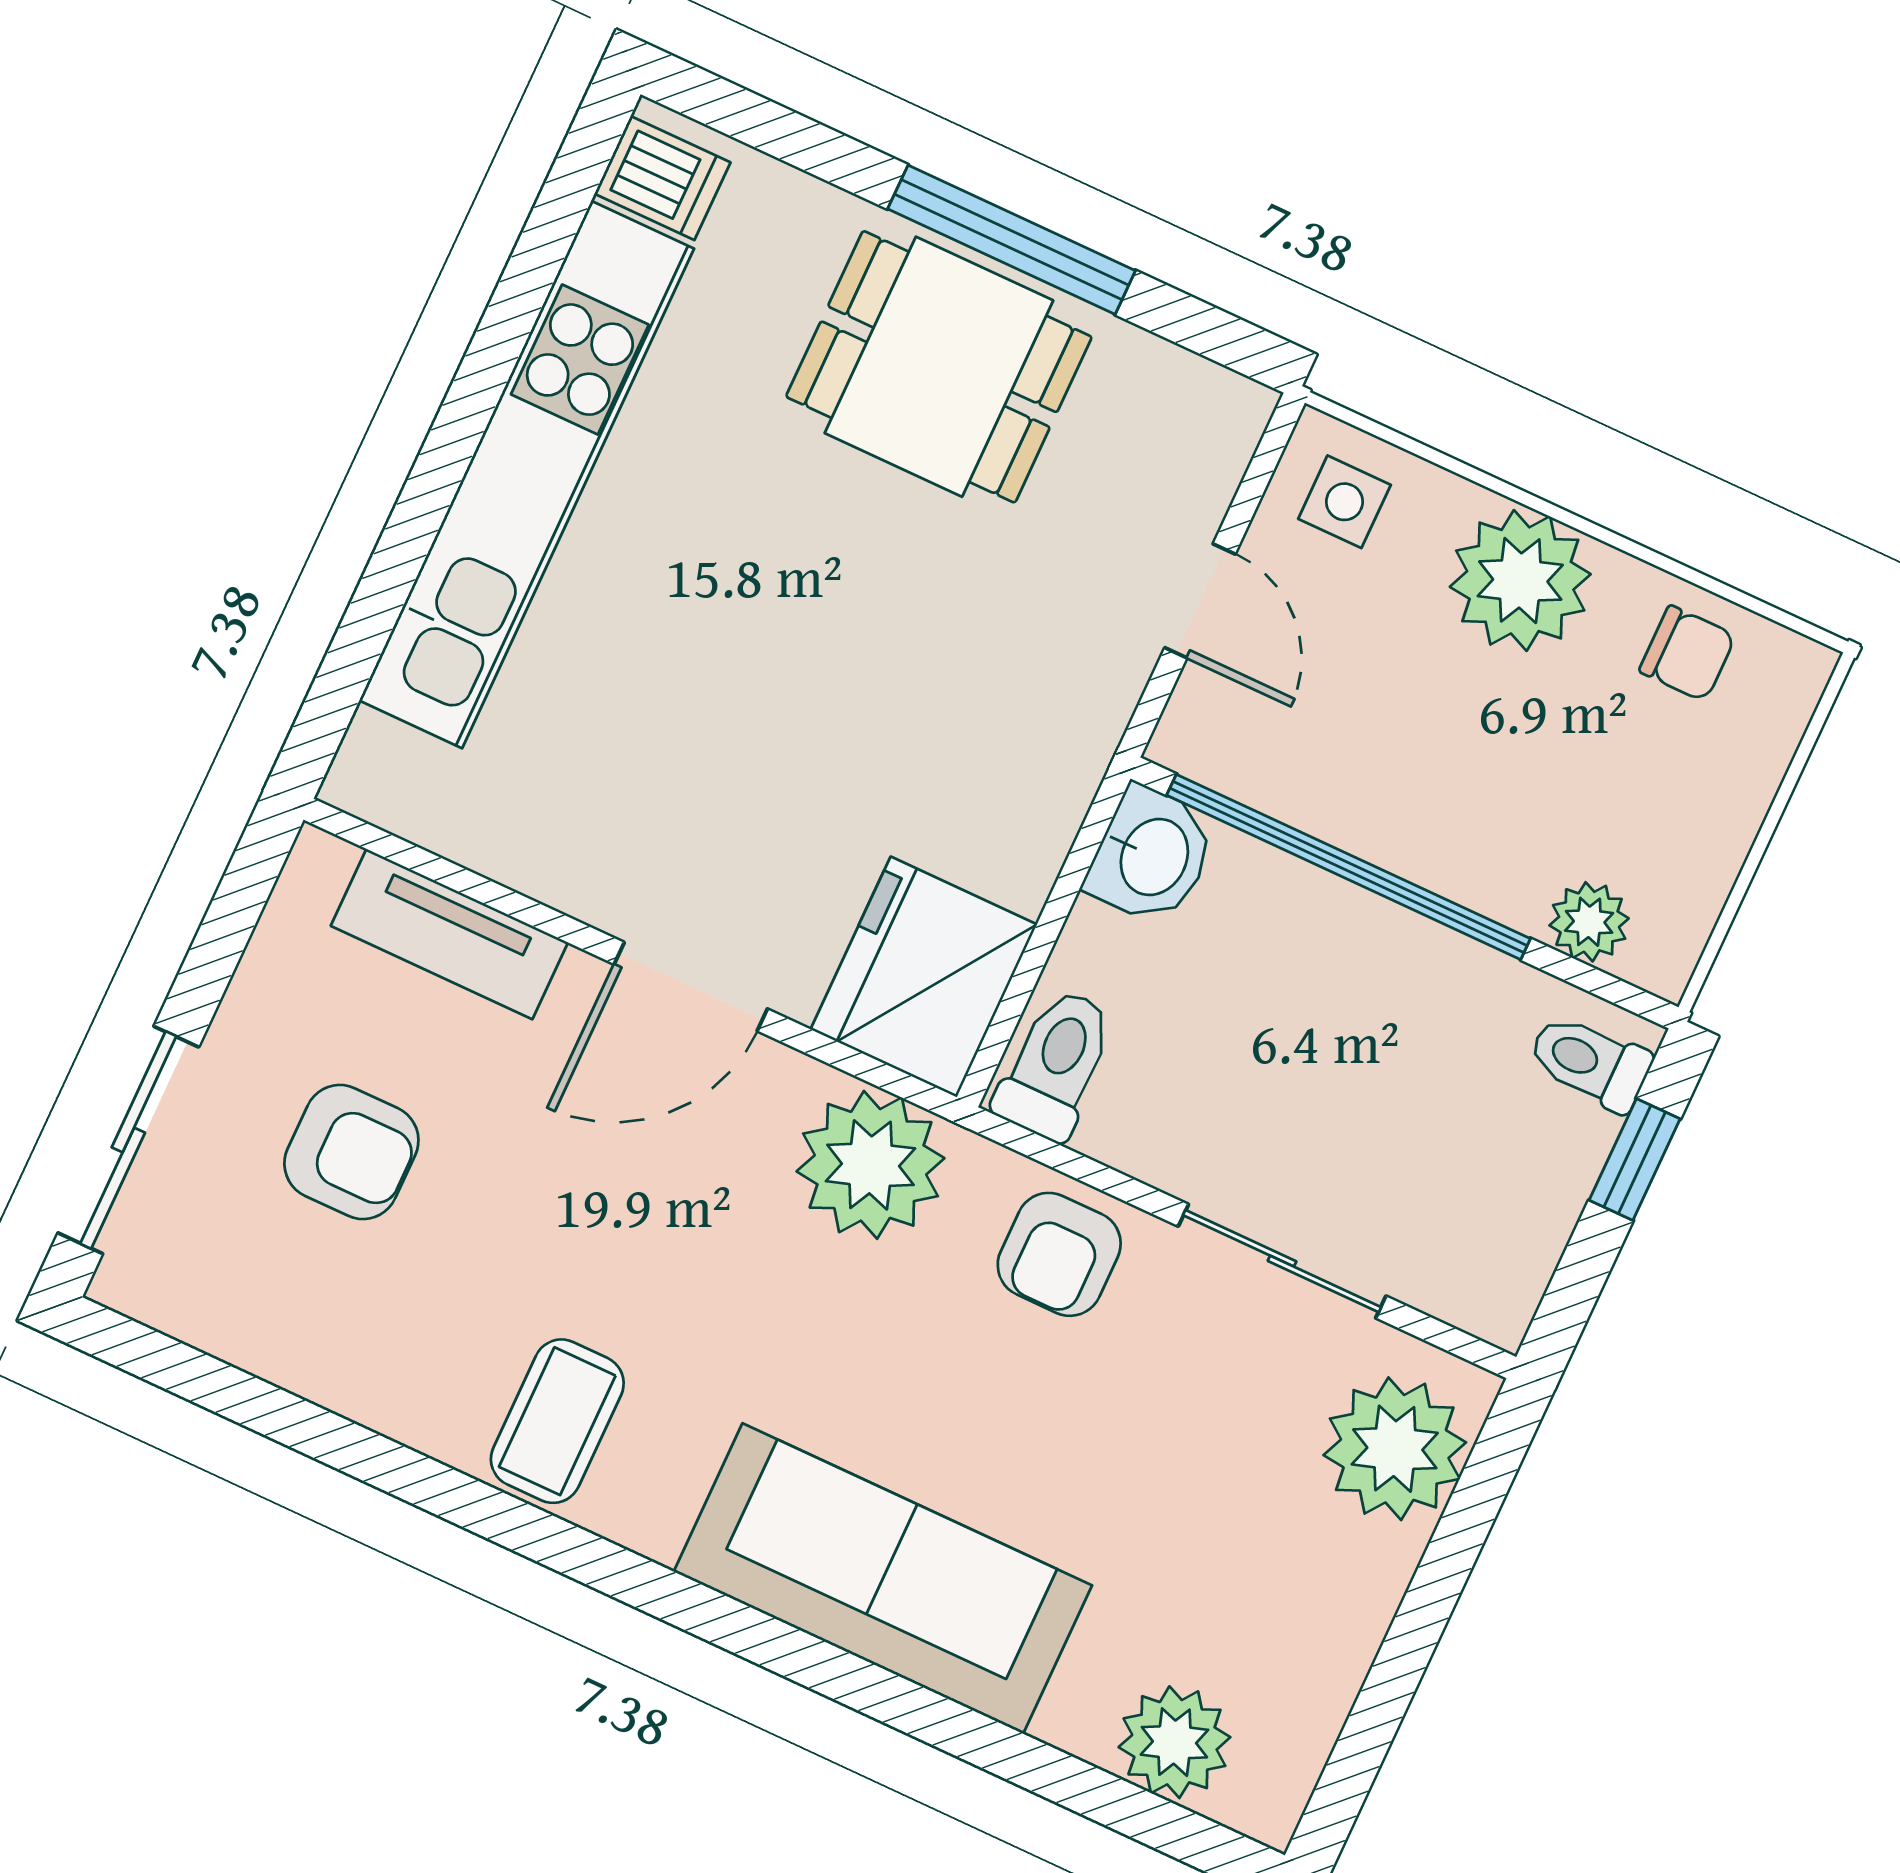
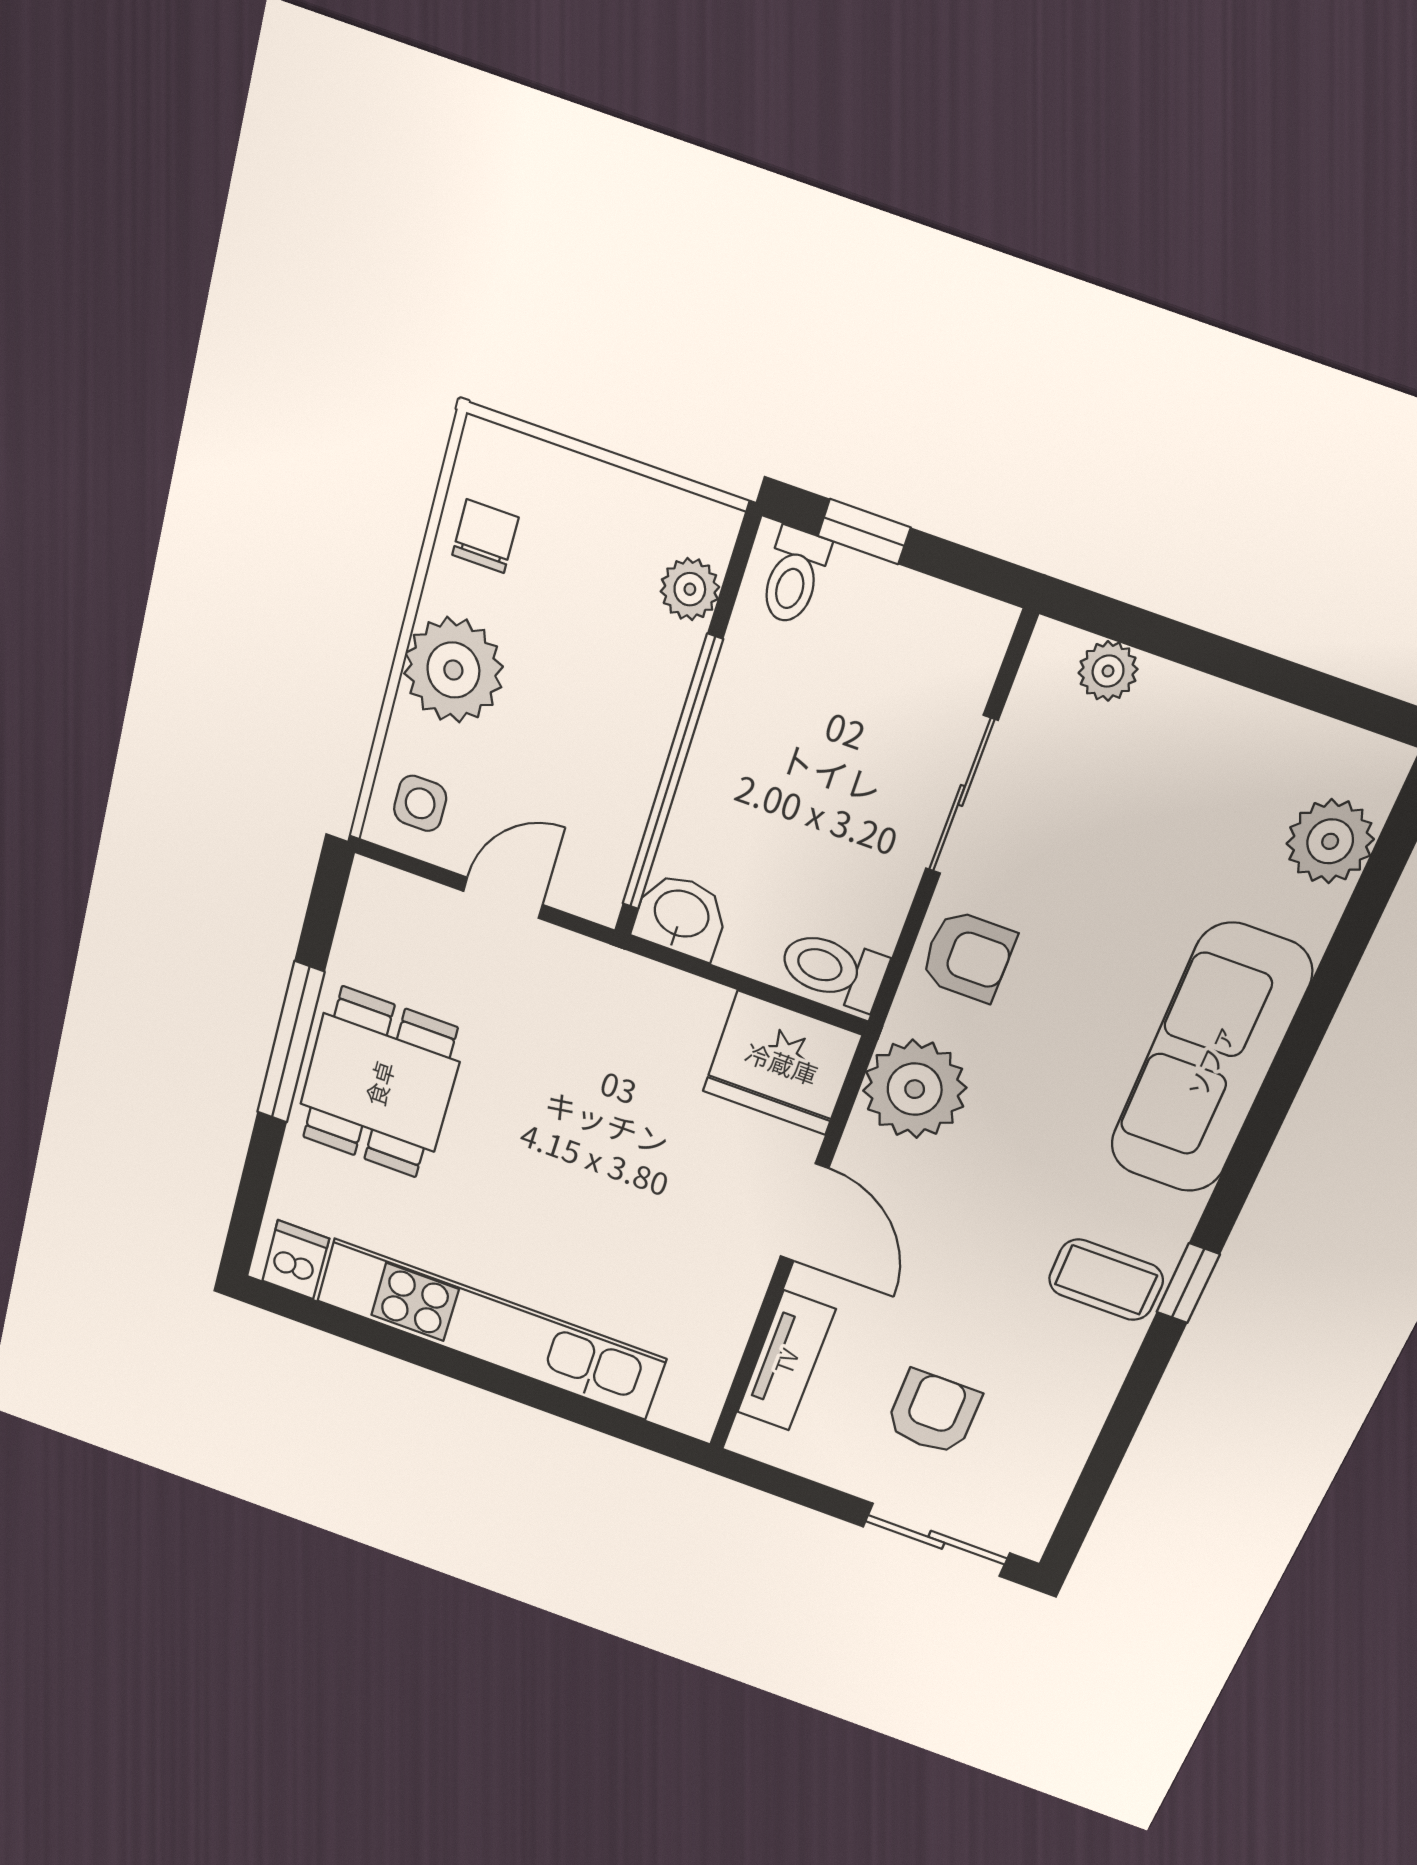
plant: (1395, 1449) -> (1108, 671), width x0.53, depth x0.53
window: (545, 1539) -> (1188, 1283), added

